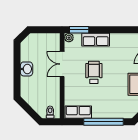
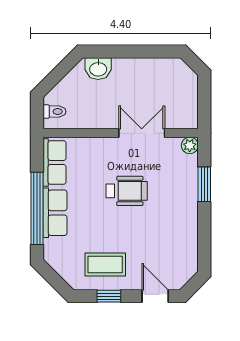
window: (79, 30) -> (204, 184), moved
row of seats: (96, 40) -> (55, 213), moved, turned 180
washbasin: (27, 69) -> (98, 69), moved

